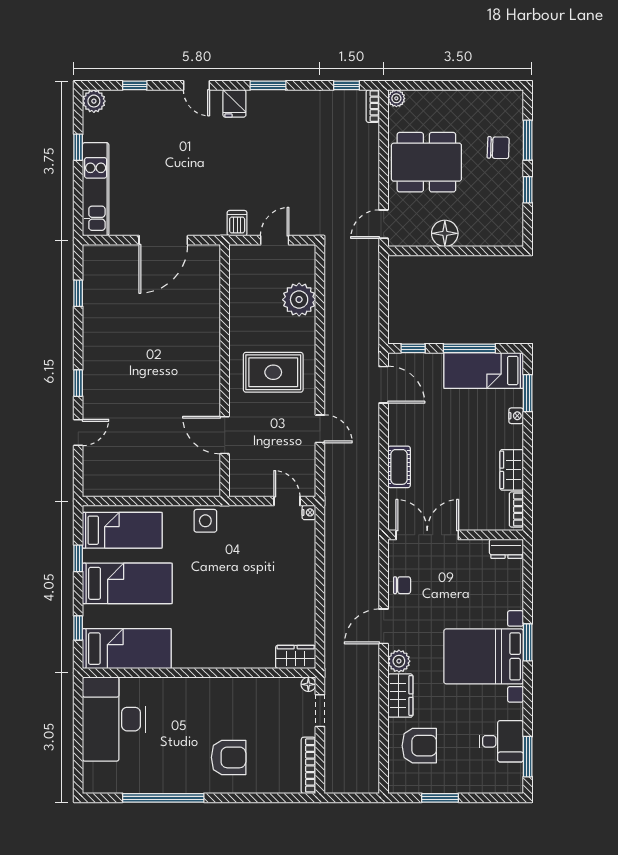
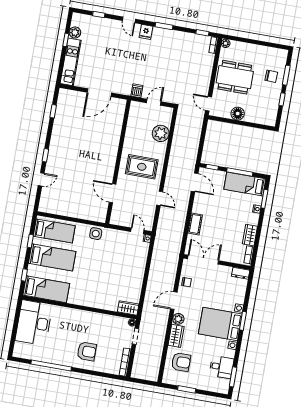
plant: (94, 101) -> (75, 32), moved
door: (384, 224) -> (208, 104), hinge flipped

